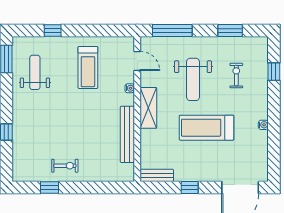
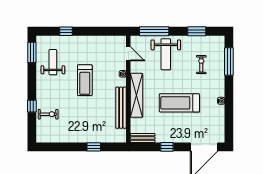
treadmill: (88, 67) -> (85, 80), moved
window: (274, 72) -> (229, 62), width x2.17
weight bench: (193, 79) -> (166, 54), moved
shelving: (148, 108) -> (136, 95), width x1.47
exercise bike: (65, 166) -> (48, 114), moved
window: (50, 188) -> (94, 147), moved

